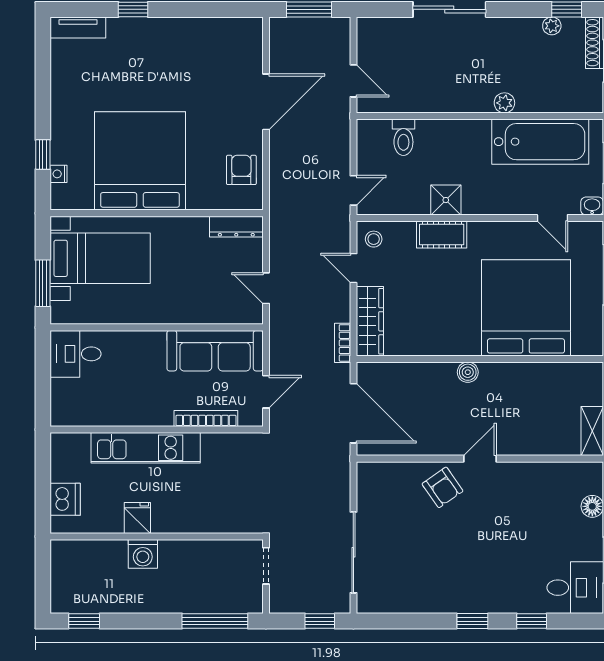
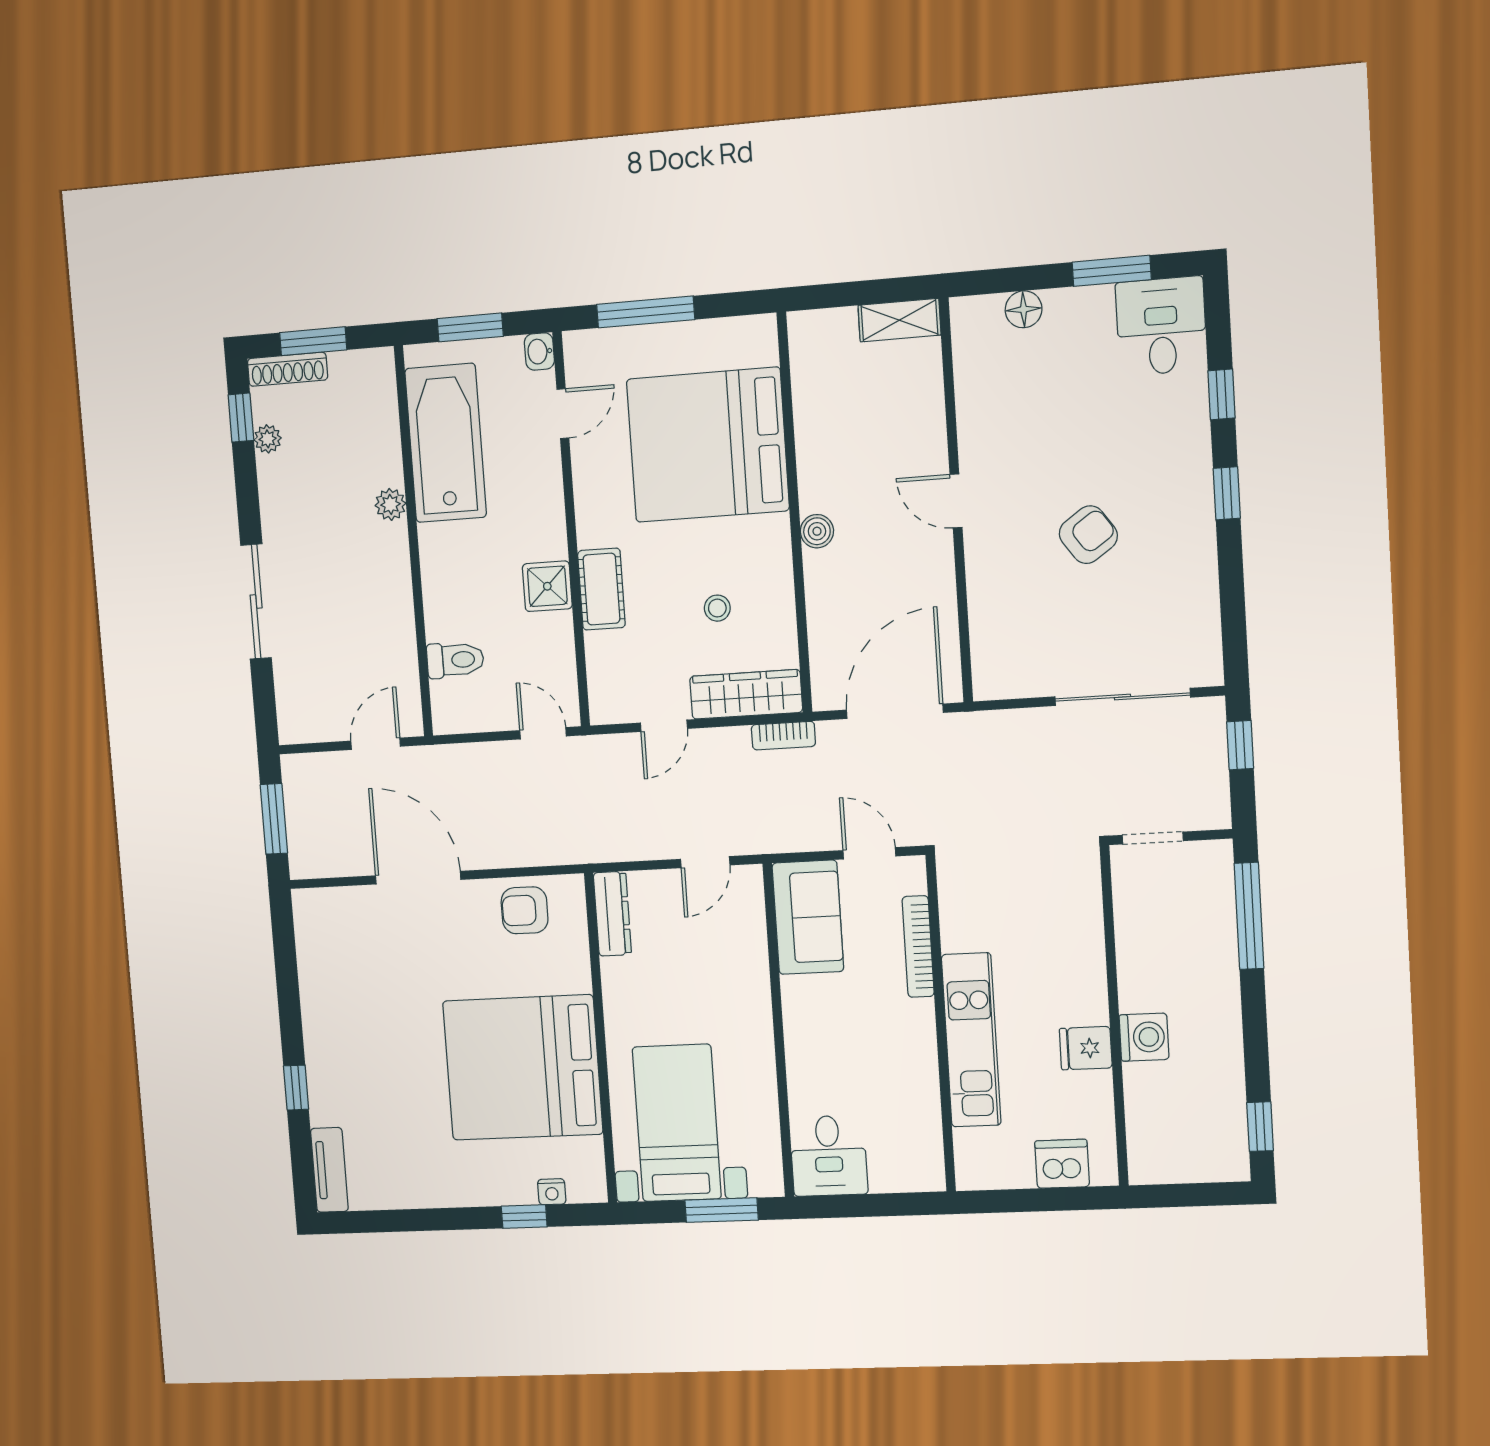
stool: (374, 239) -> (717, 608), moved
sofa: (215, 351) -> (808, 917), width x0.73
armchair: (443, 487) -> (1088, 535), moved

